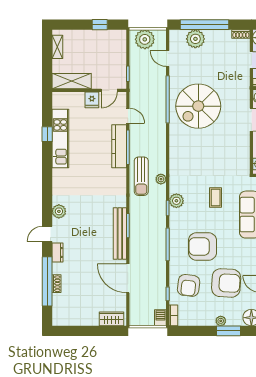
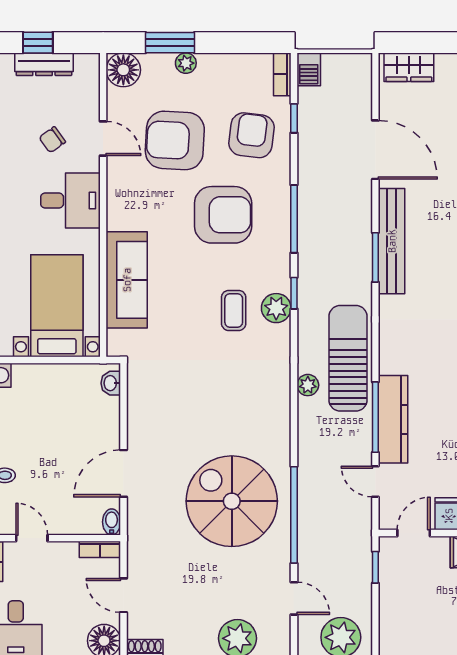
spiral stairs: (198, 106) -> (232, 501), turned -90
sun lounger: (141, 176) -> (348, 358), width x1.36, depth x1.34
plant: (161, 179) -> (308, 385), moved
coffee table: (216, 197) -> (234, 310), moved

